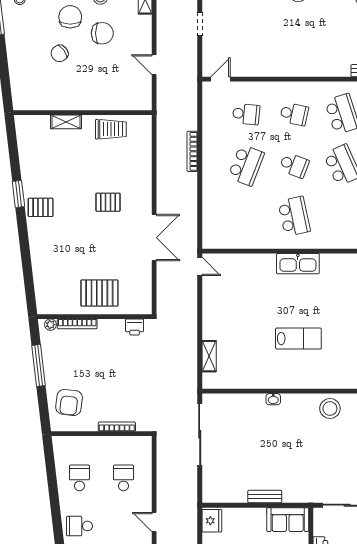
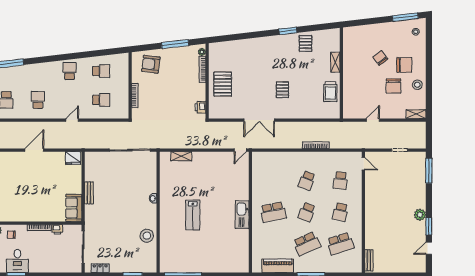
school desk: (246, 165) -> (307, 181), width x0.54
pallet: (41, 207) -> (305, 43), moved

